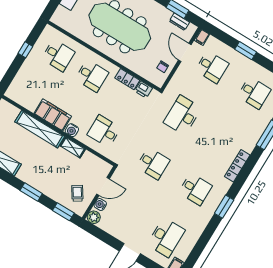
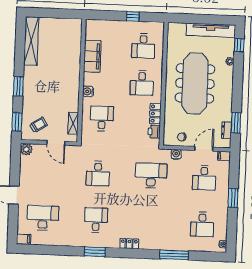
filing cabinet: (53, 115) -> (92, 56), moved
shelving: (40, 129) -> (74, 64), removed
shelving: (73, 147) -> (73, 123), moved
locker: (237, 166) -> (129, 244), width x0.66
desk: (195, 189) -> (96, 220), turned 180
water cooler: (100, 205) -> (176, 154), moved
desk: (166, 237) -> (43, 218), turned 180

